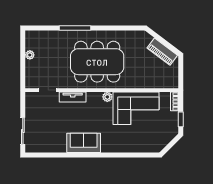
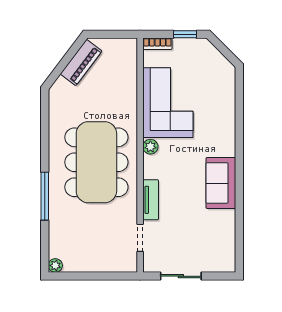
plant: (30, 55) -> (55, 265), moved
sliding door: (23, 131) -> (181, 276), moved

